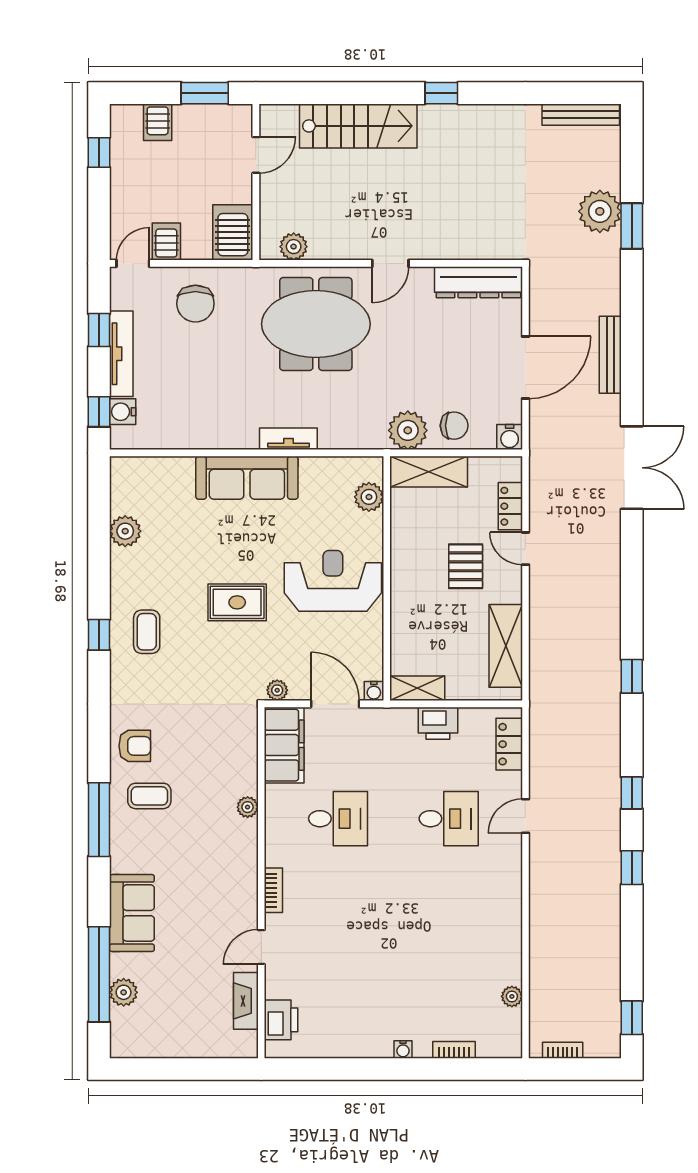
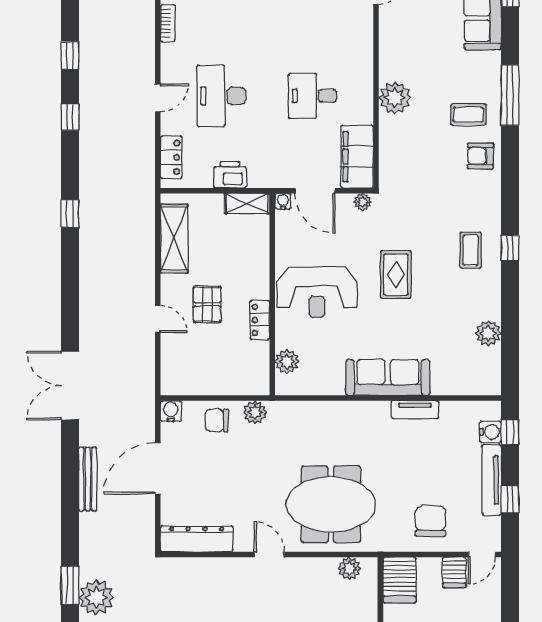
door: (390, 263) -> (269, 554), hinge flipped
plant: (408, 430) -> (255, 412), width x0.73, depth x0.73
tv unit: (288, 439) -> (415, 410), moved
shelving: (429, 472) -> (238, 382), removed
locker: (510, 506) -> (260, 320), moved, turned 180
rug: (237, 602) -> (396, 274), turned 90
plant: (248, 807) -> (395, 98), width x1.87, depth x1.87
desk: (449, 819) -> (221, 96), width x1.37
bookcase: (273, 890) -> (168, 23), moved, turned 180

